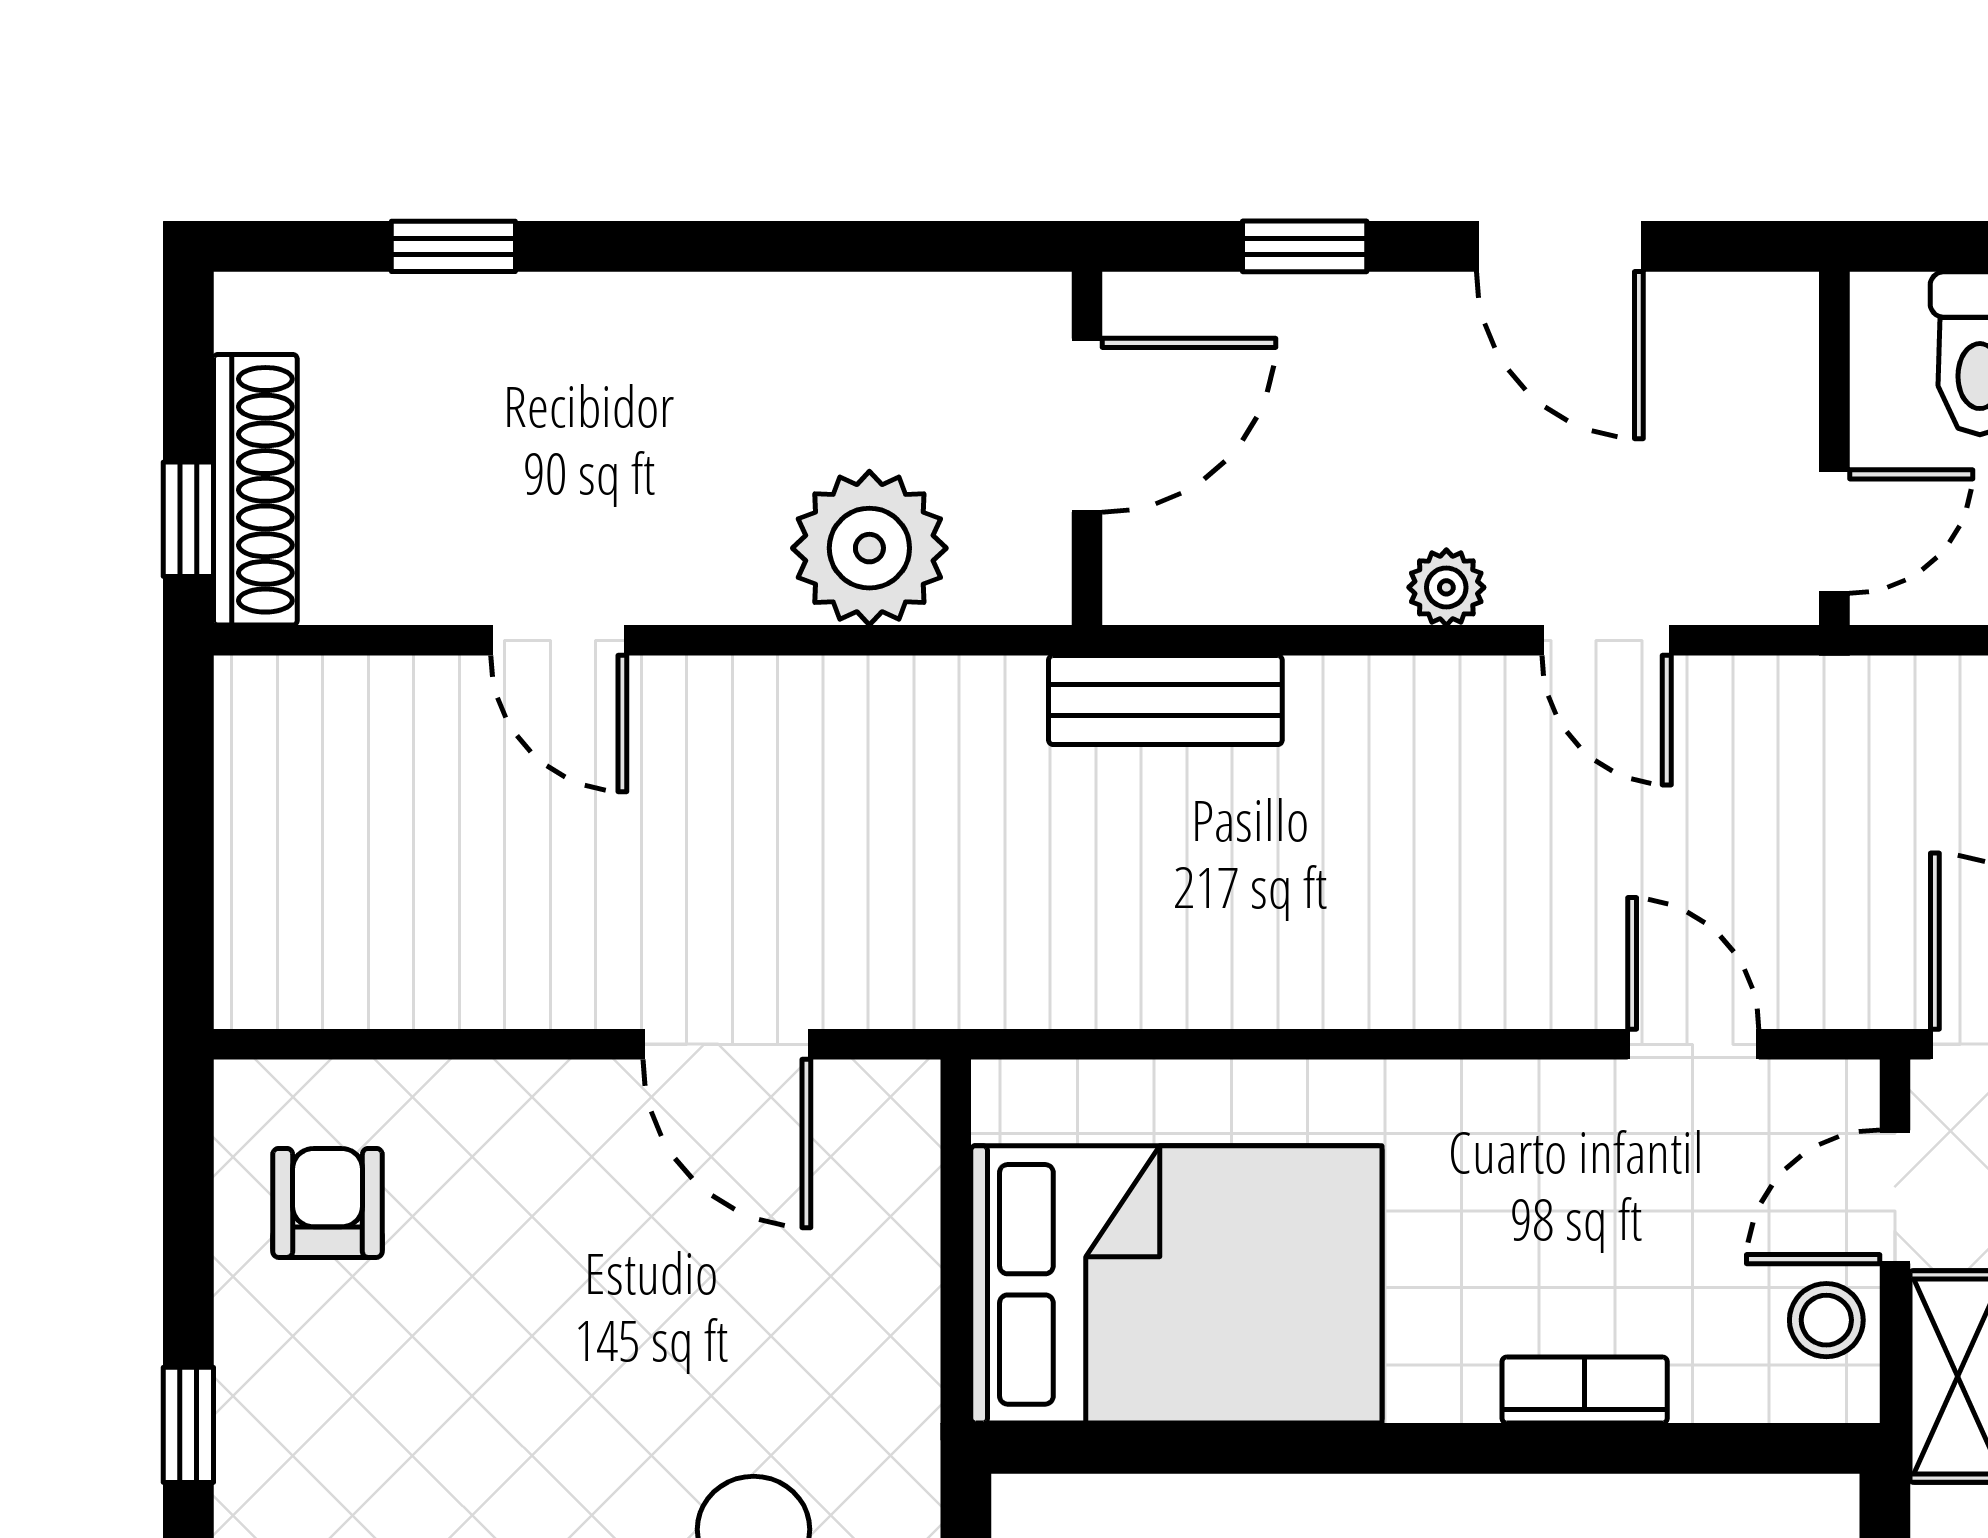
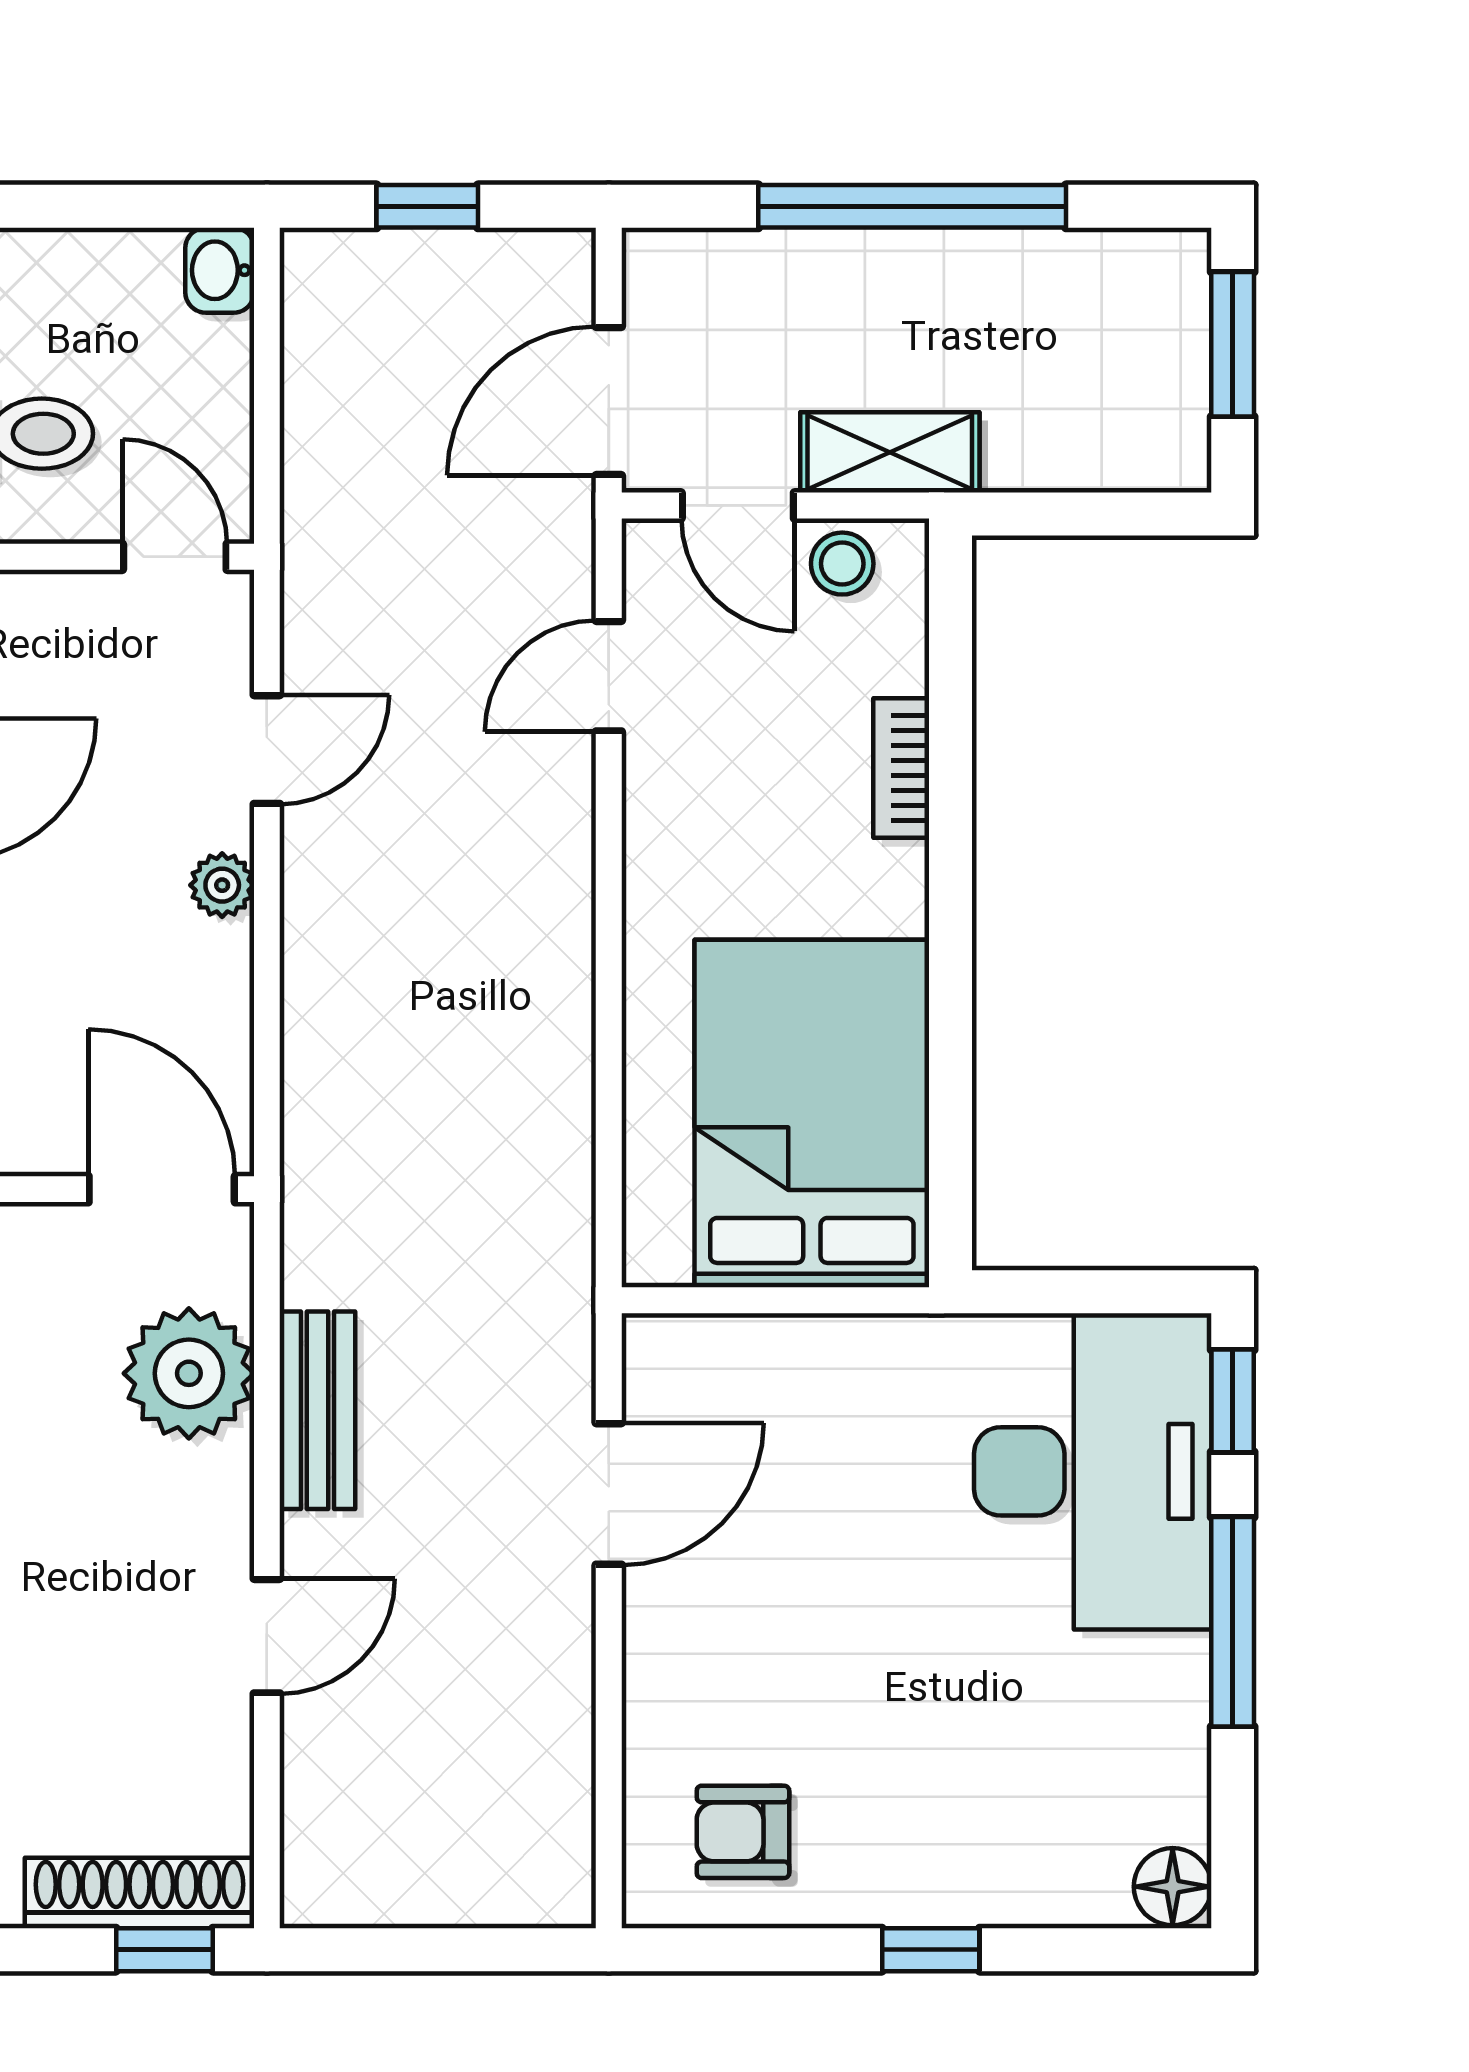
door: (1087, 425) -> (162, 1189), moved
bench: (1165, 700) -> (317, 1410), moved

